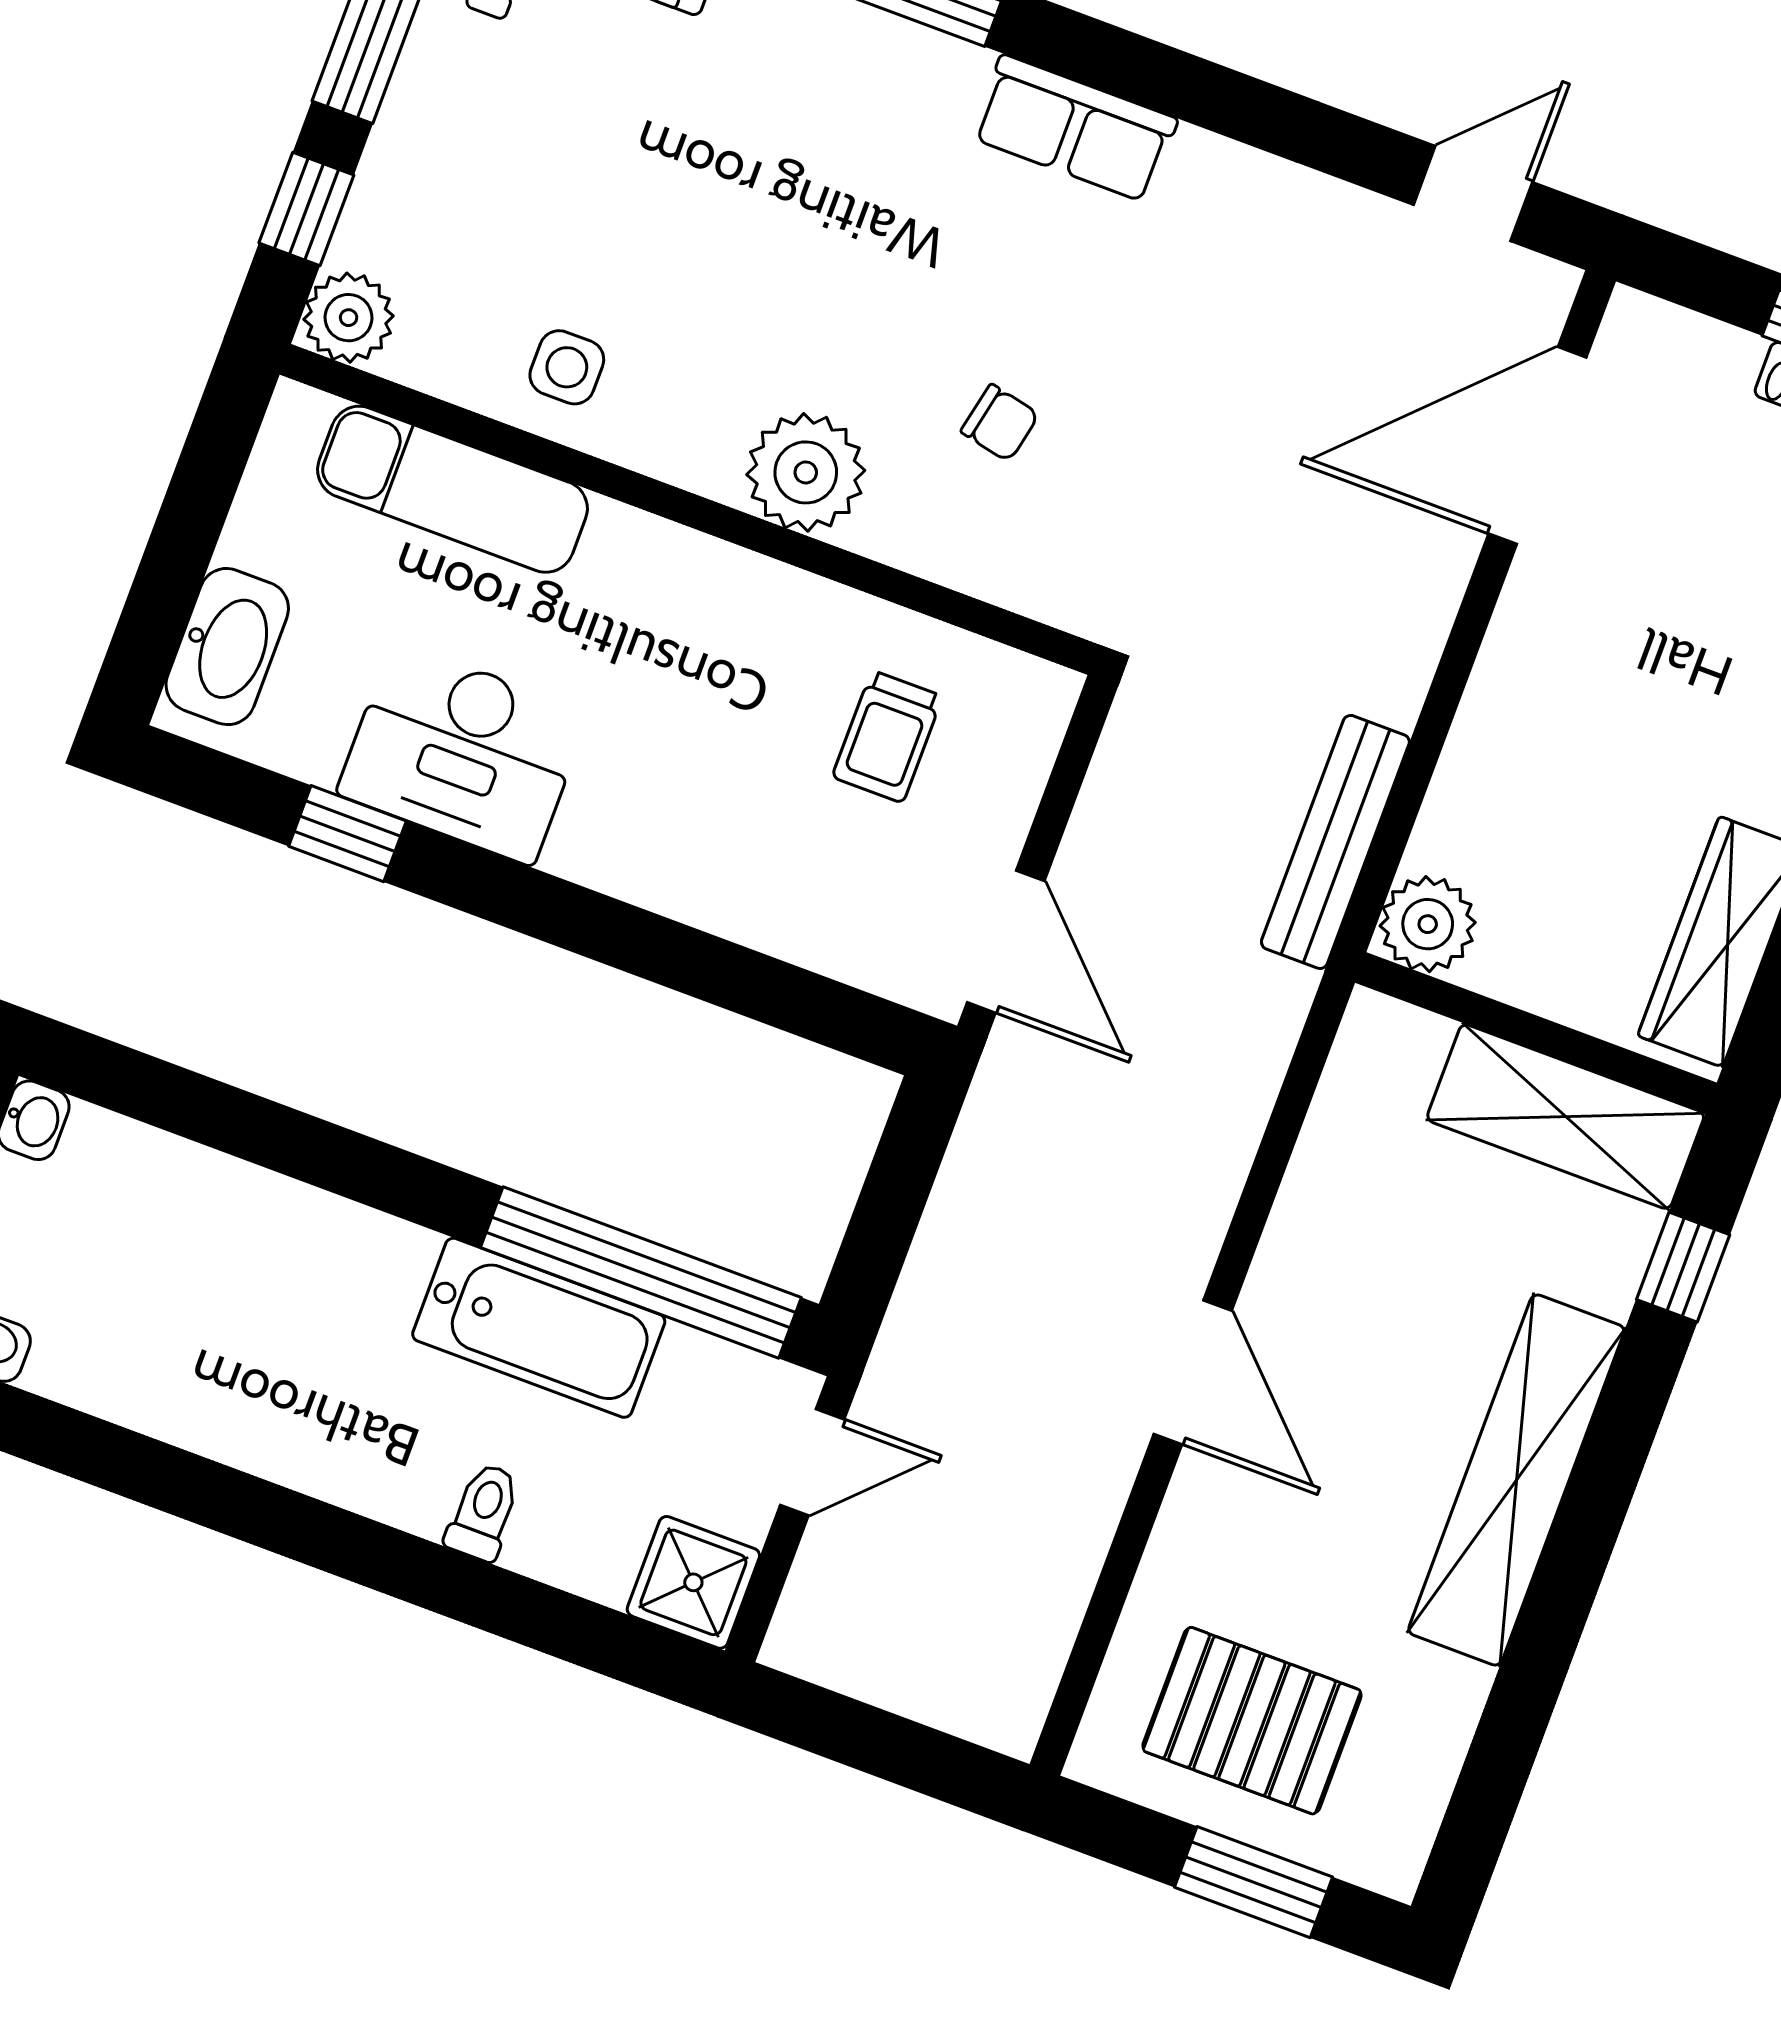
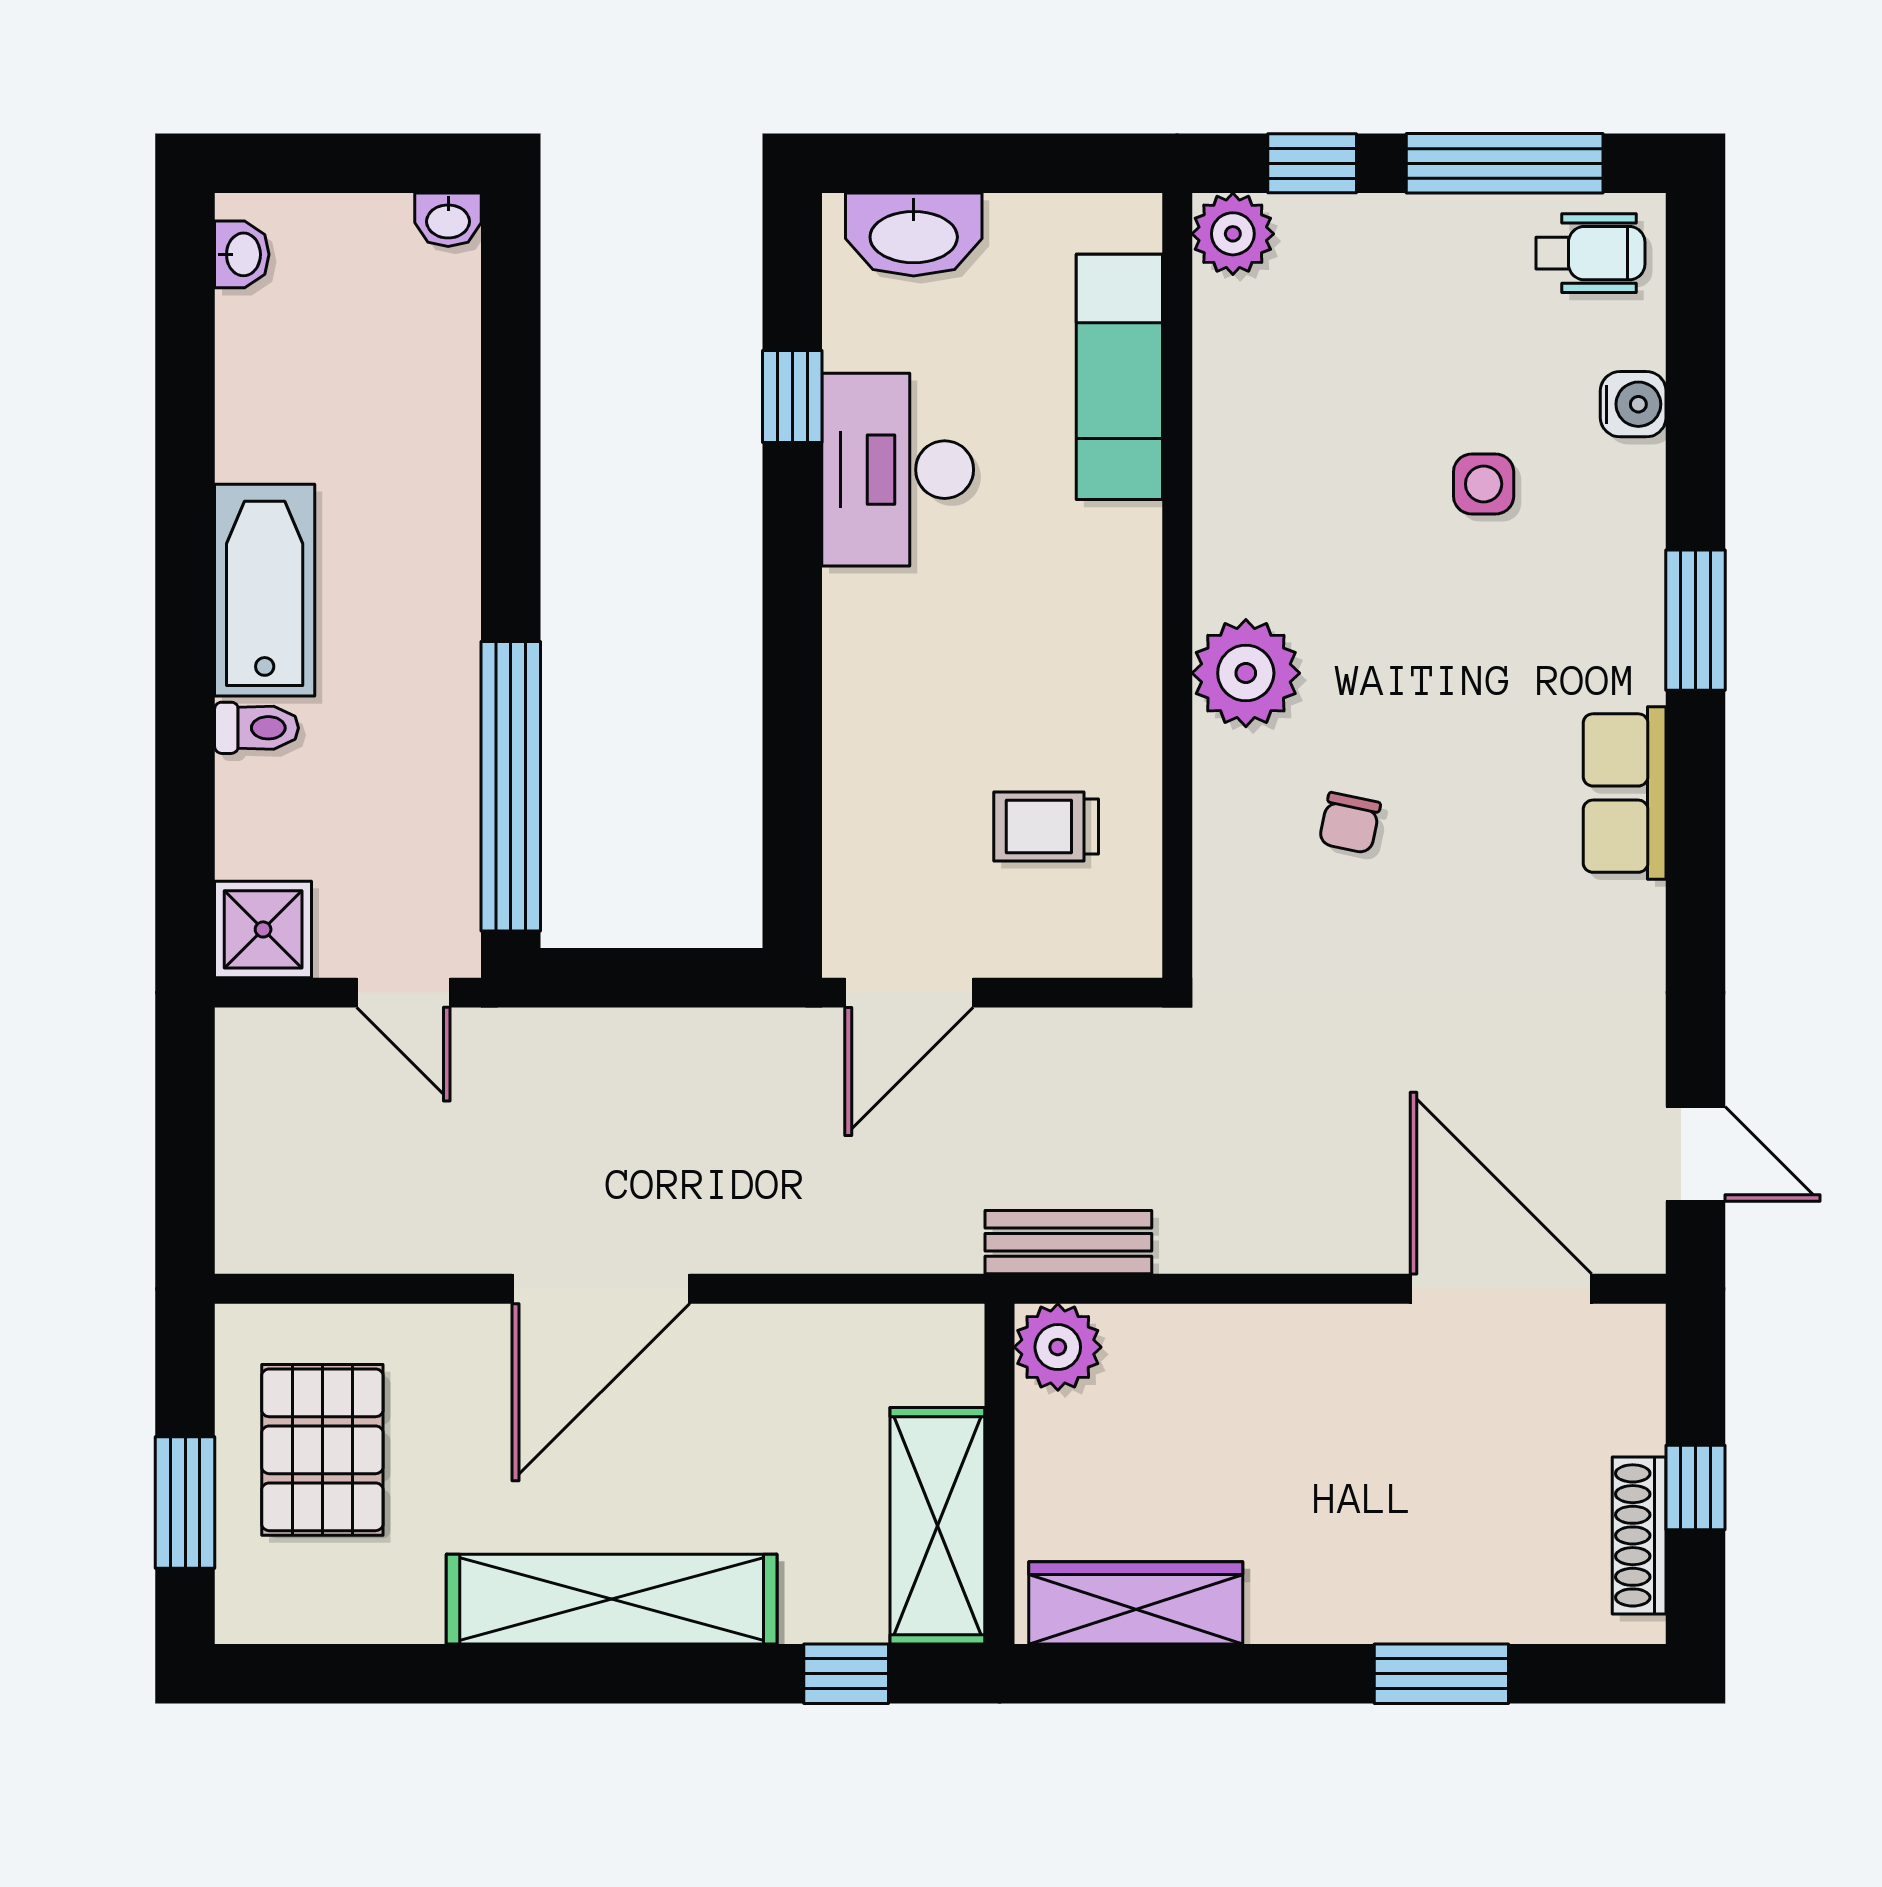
side table: (567, 367) -> (1484, 484), moved
bench: (1335, 842) -> (1068, 1242), width x0.73
bathtub: (539, 1328) -> (265, 590), moved, turned 180
door: (1193, 1372) -> (601, 1289), width x1.36

